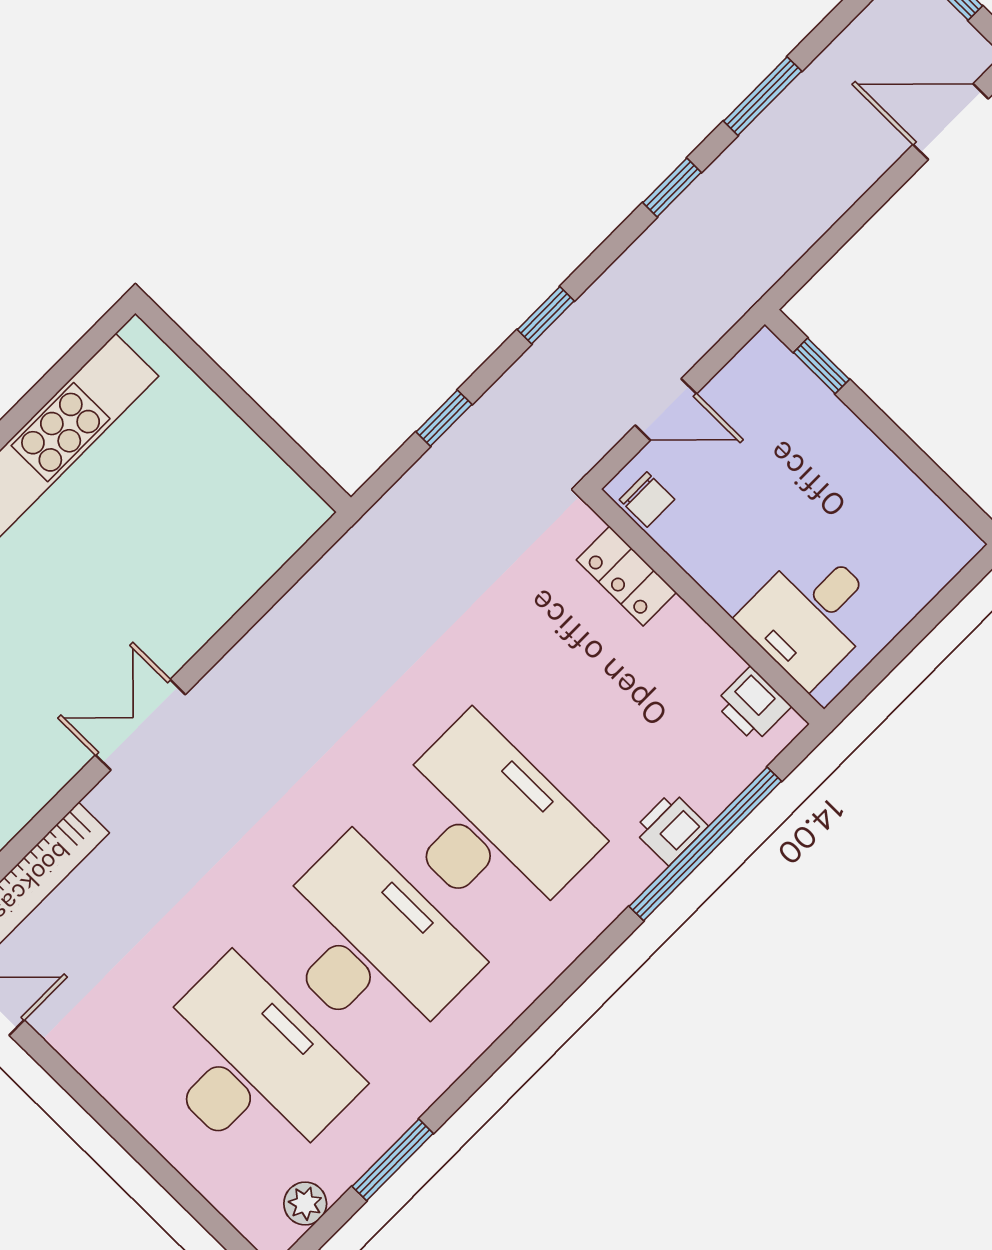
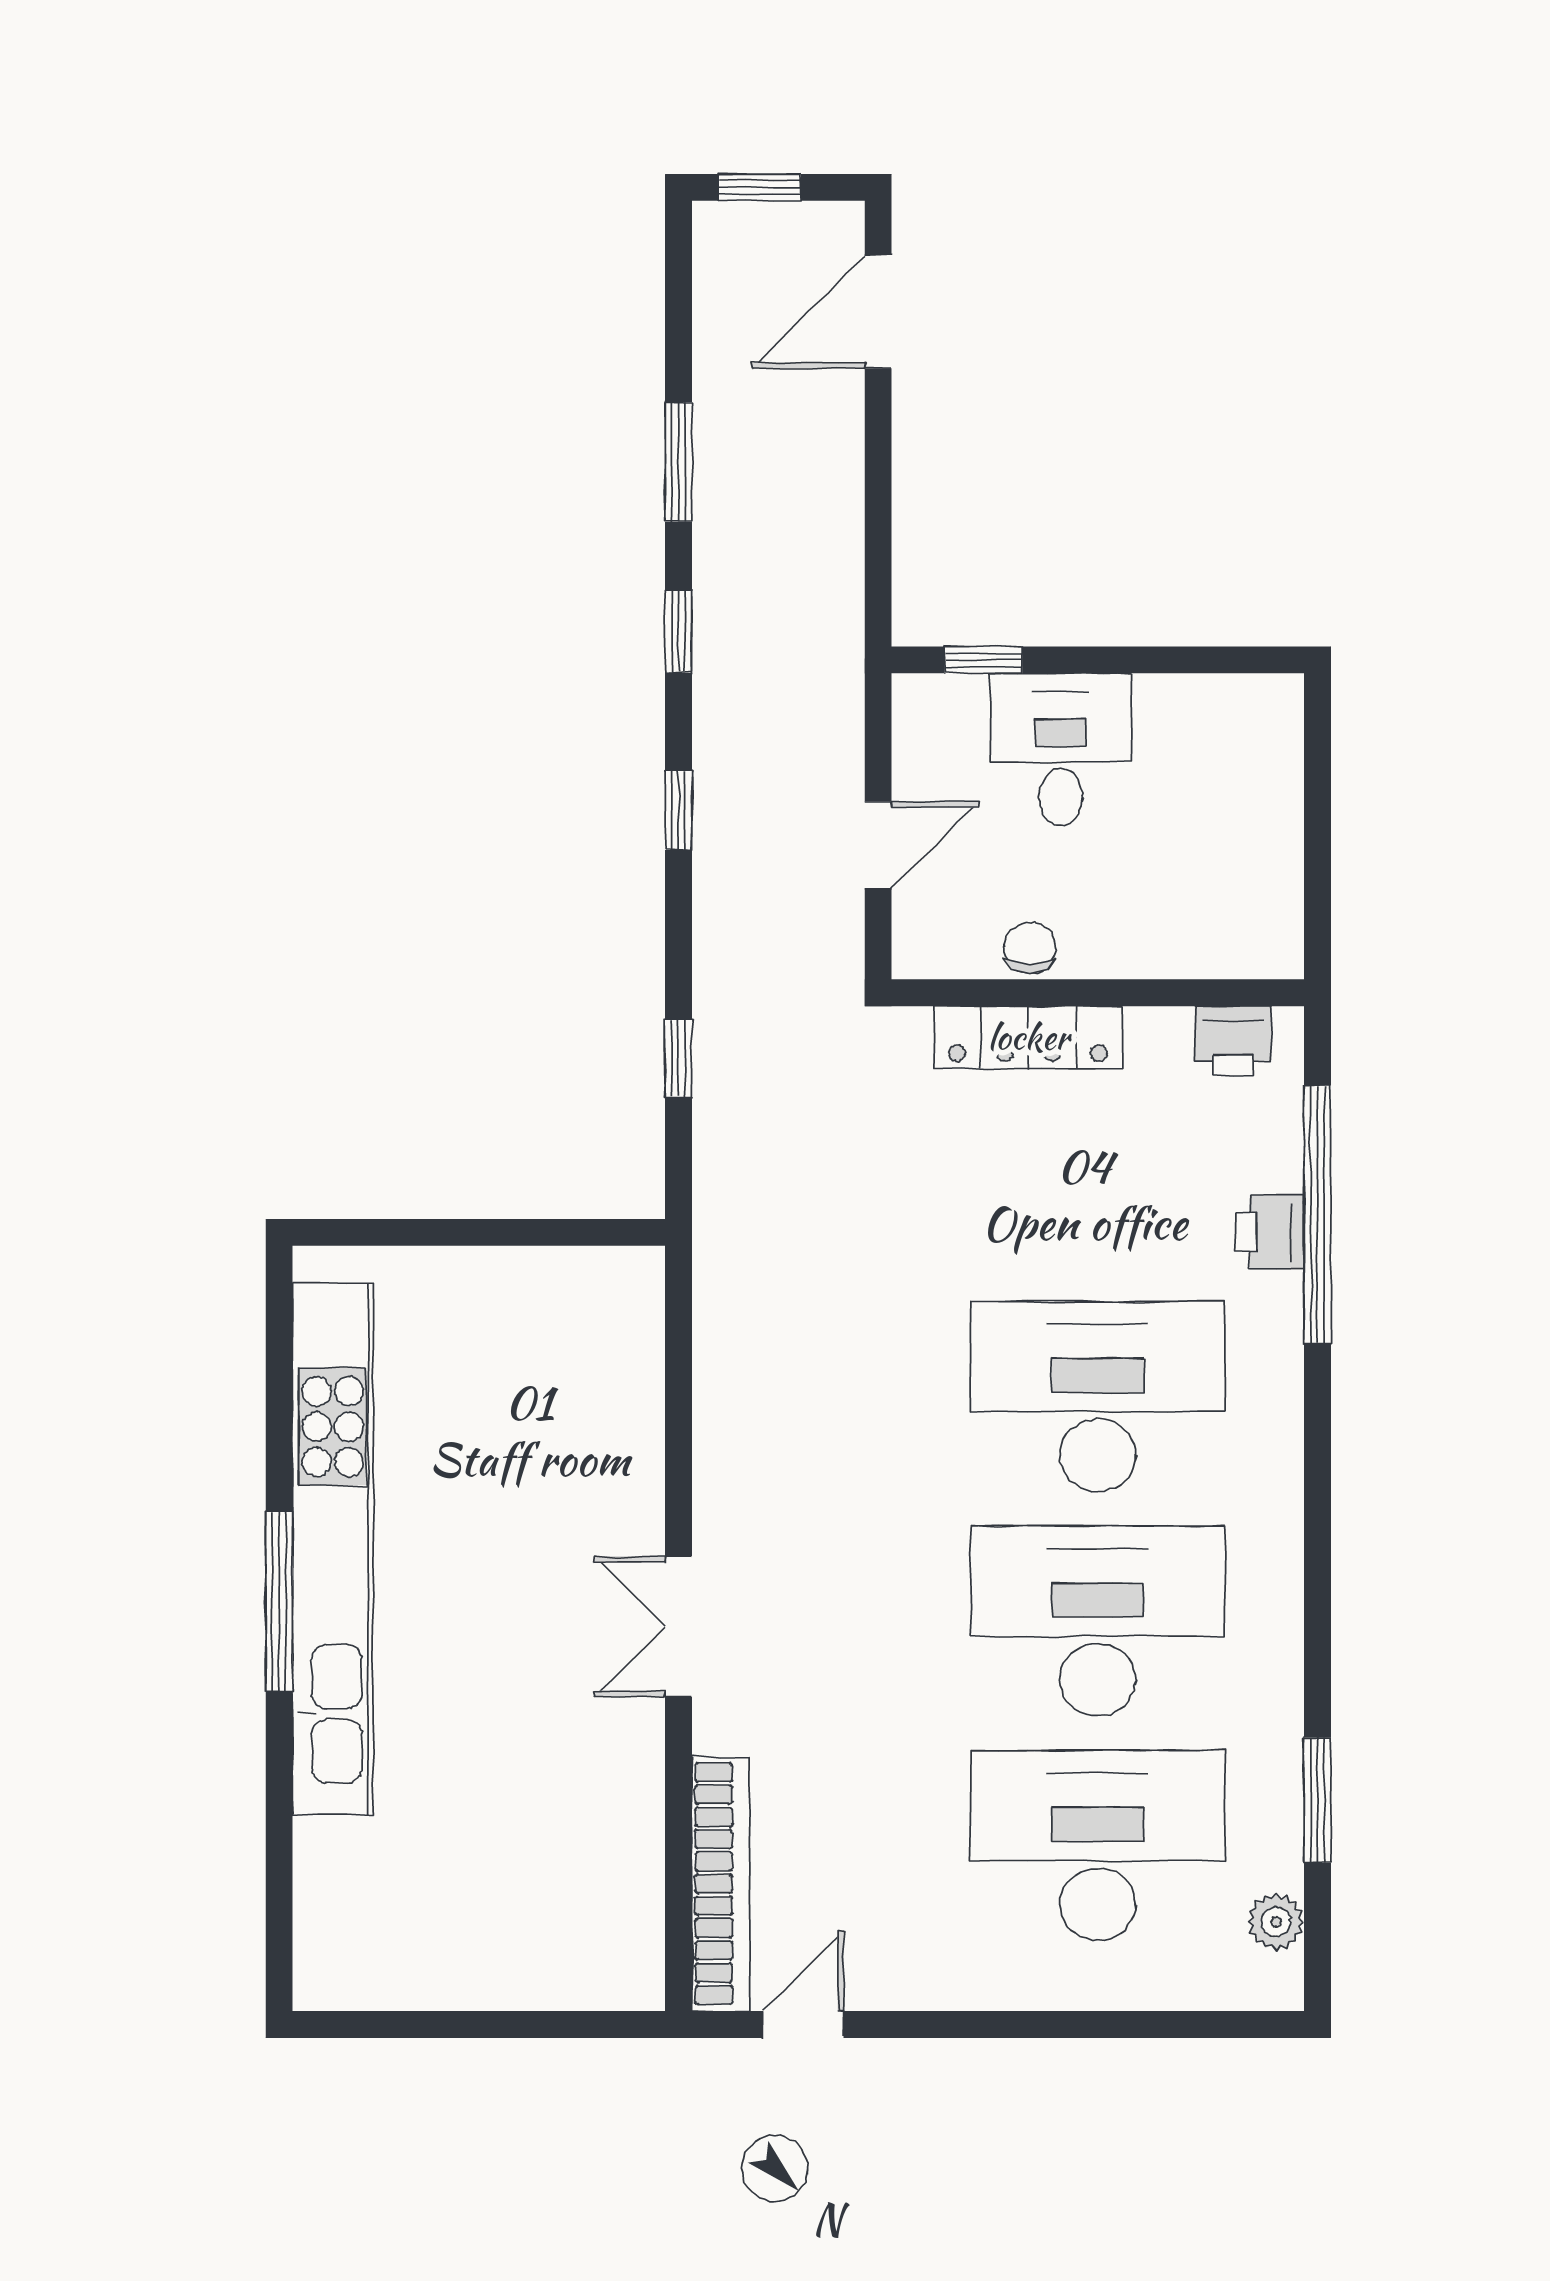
window: (546, 315) -> (678, 810), moved
chair: (647, 500) -> (1030, 948), moved, turned -90
locker: (626, 576) -> (1028, 1037), width x1.53
desk: (811, 615) -> (1061, 750), moved, turned 180

